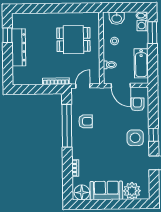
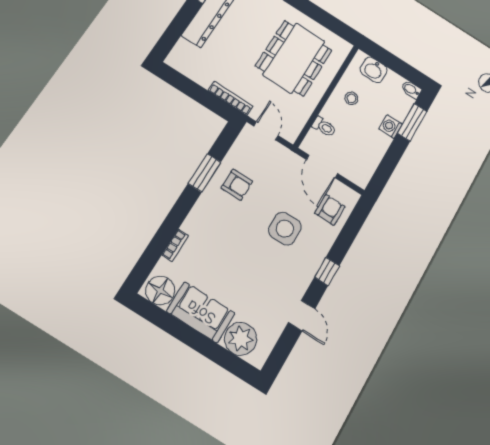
washing machine: (142, 26) -> (391, 127), moved
dining table: (73, 40) -> (294, 58), width x1.38
bathtub: (141, 63) -> (371, 154), removed
door: (83, 86) -> (266, 131), hinge flipped
window: (67, 126) -> (205, 173), width x0.47
side table: (135, 138) -> (285, 229), moved

